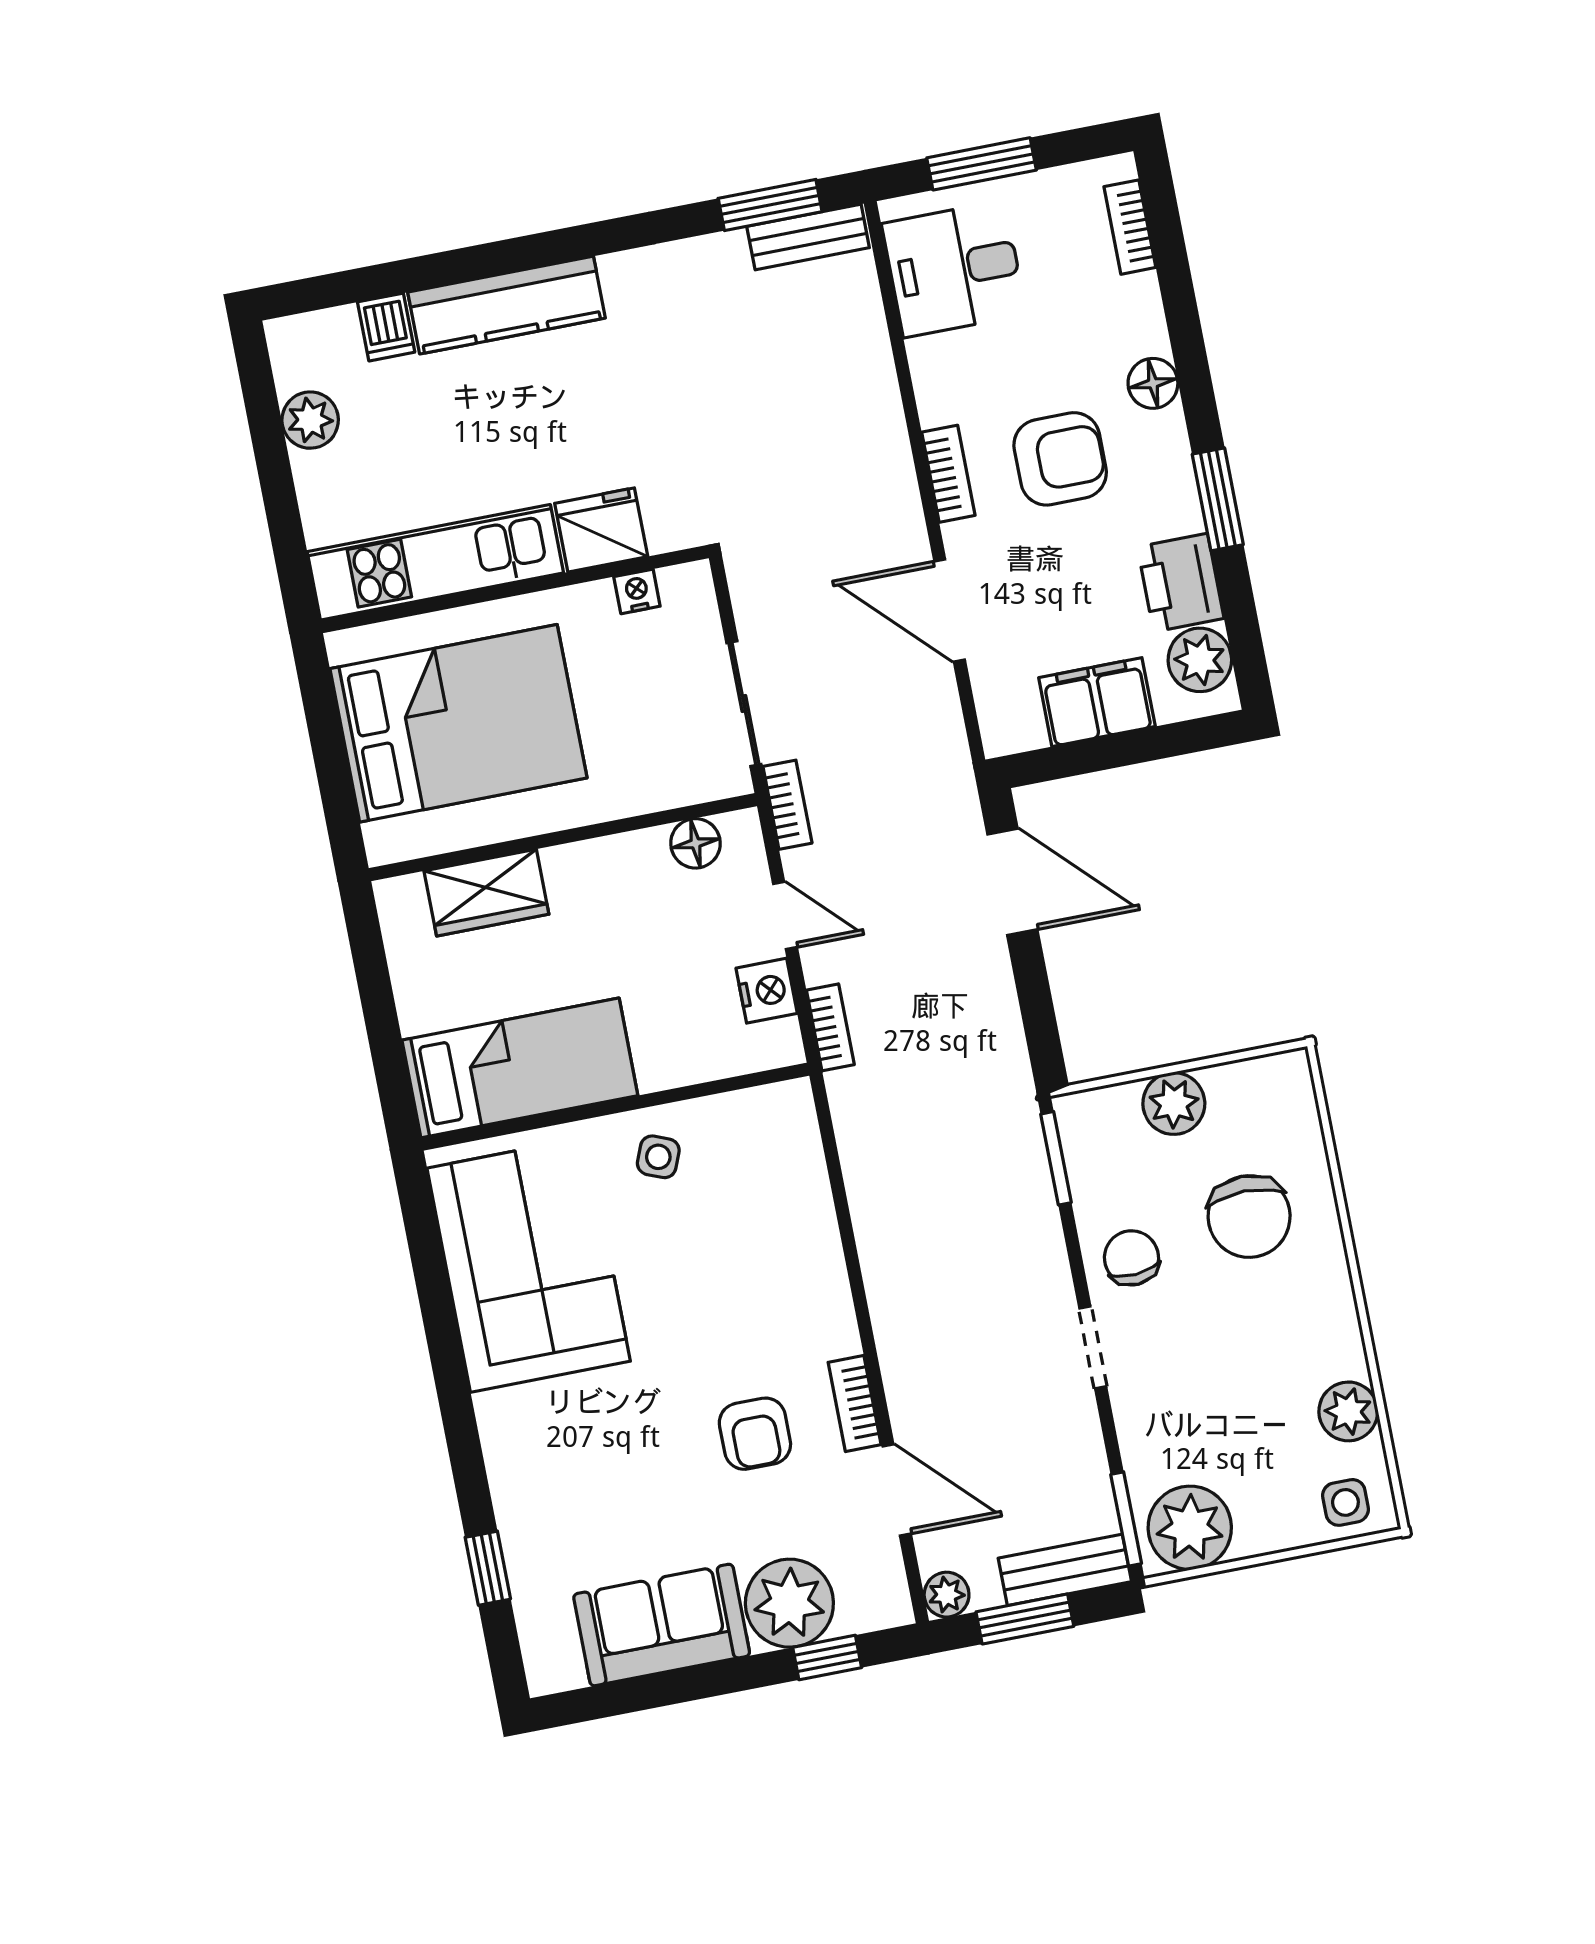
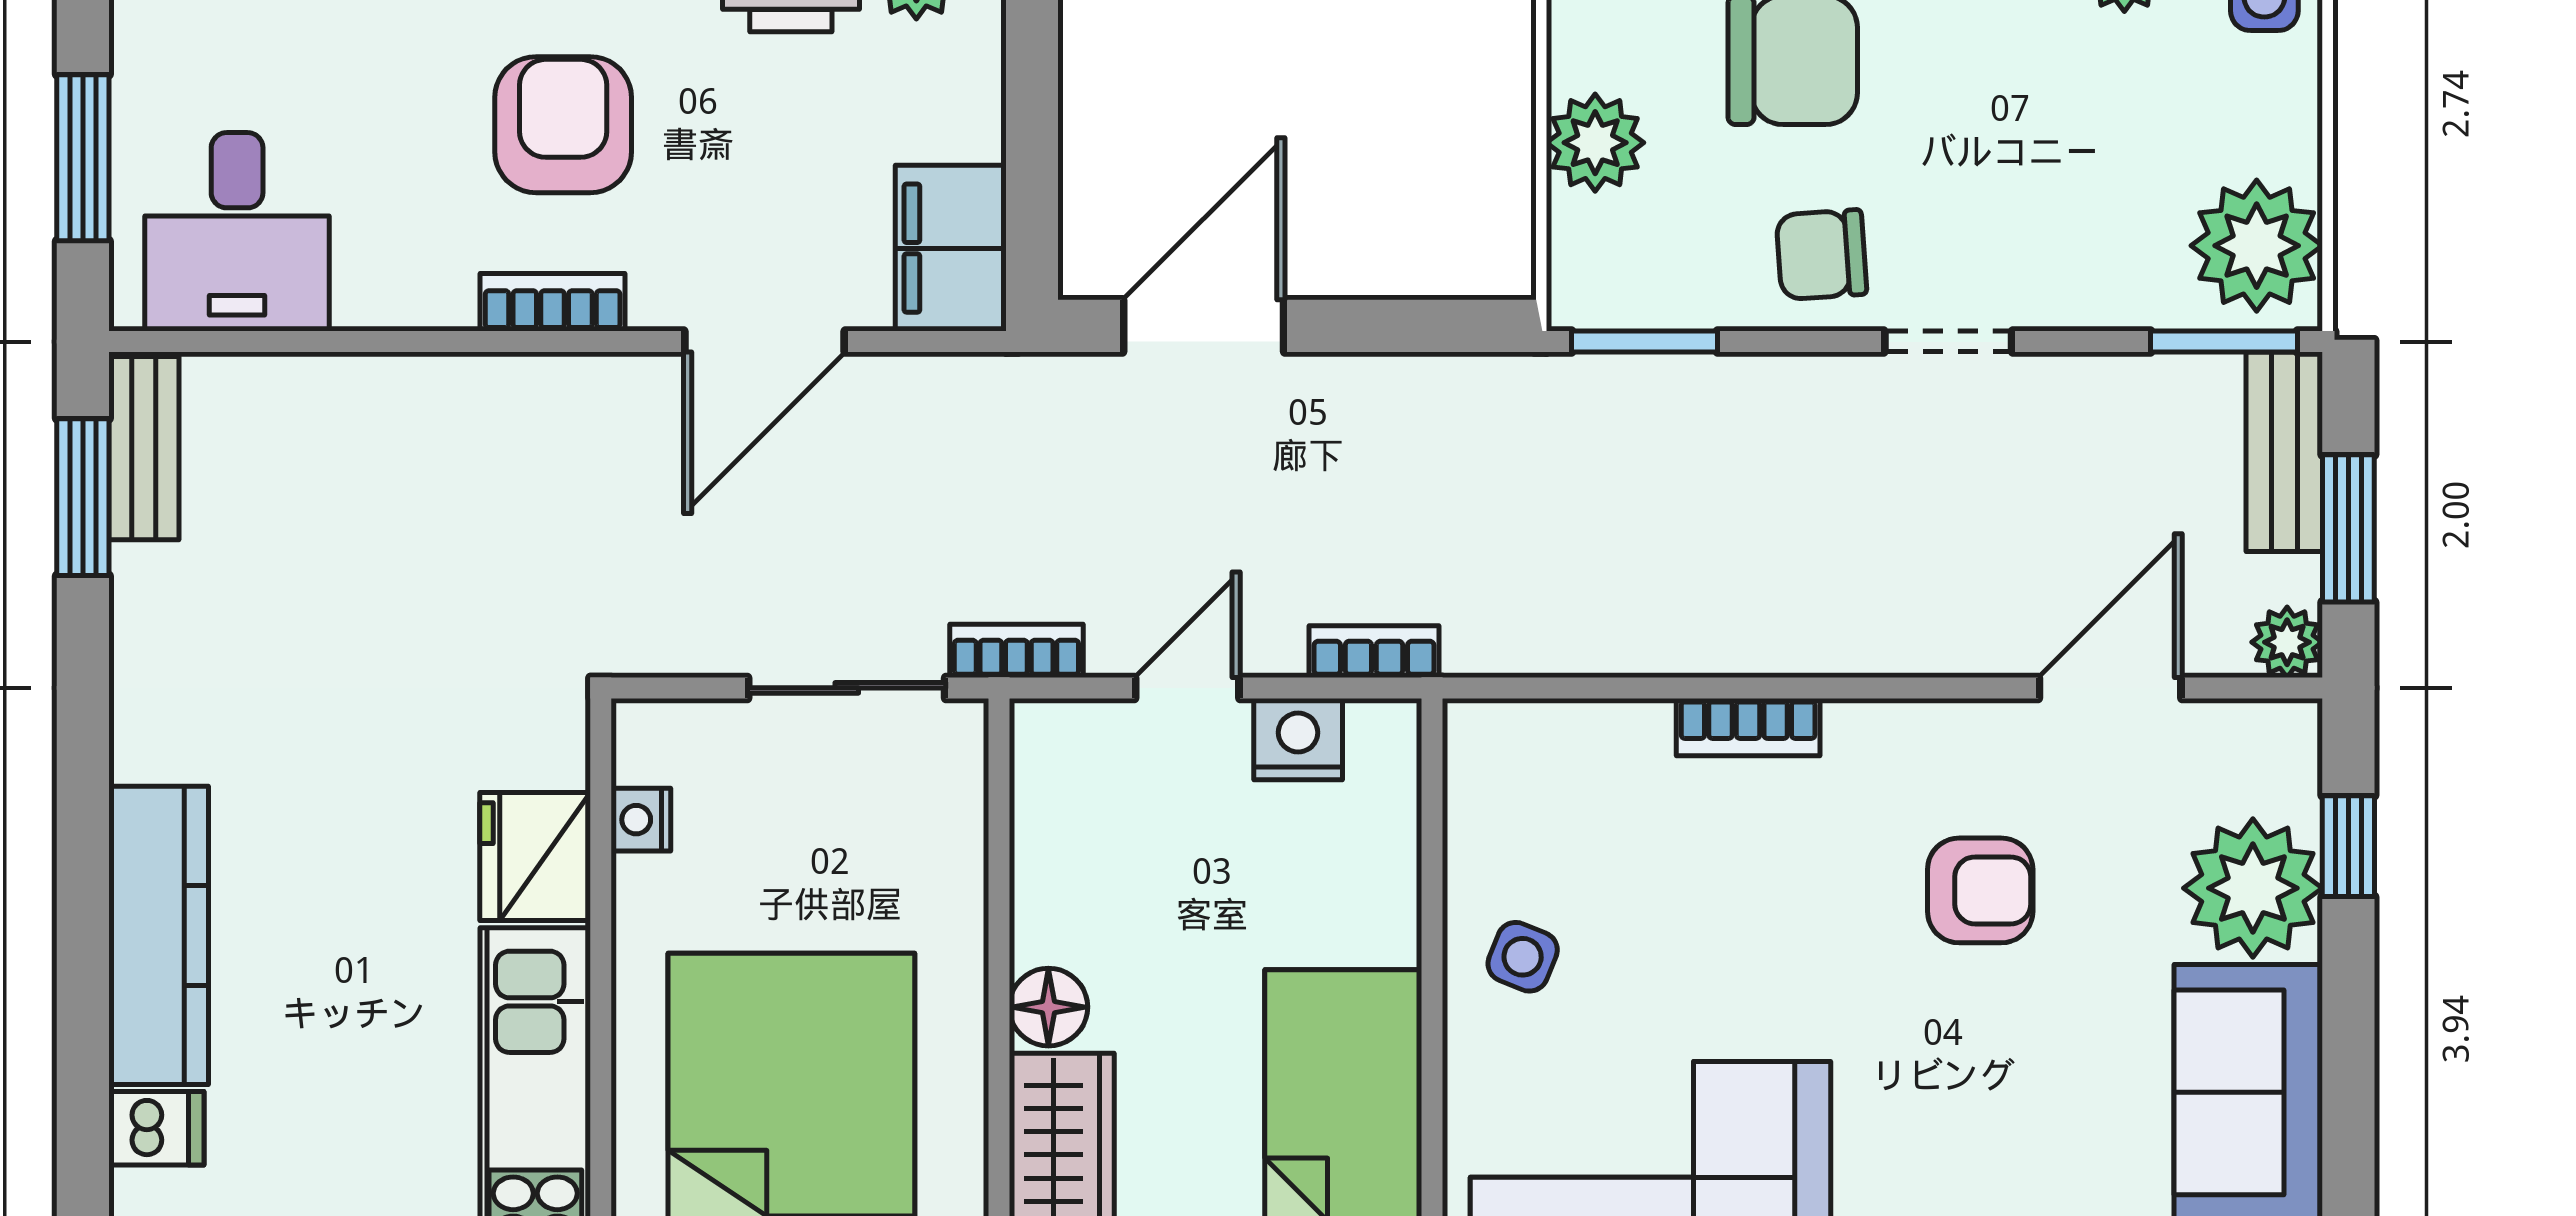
filing cabinet: (1097, 702) -> (951, 248), moved
floor lamp: (695, 843) -> (1048, 1007), moved
bookcase: (855, 1404) -> (1748, 727), moved

